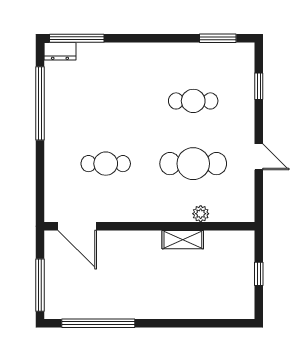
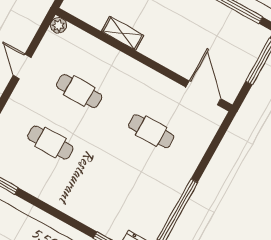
cafe table: (193, 164) -> (79, 91), width x0.73, depth x0.74
plant: (201, 214) -> (58, 25), moved

